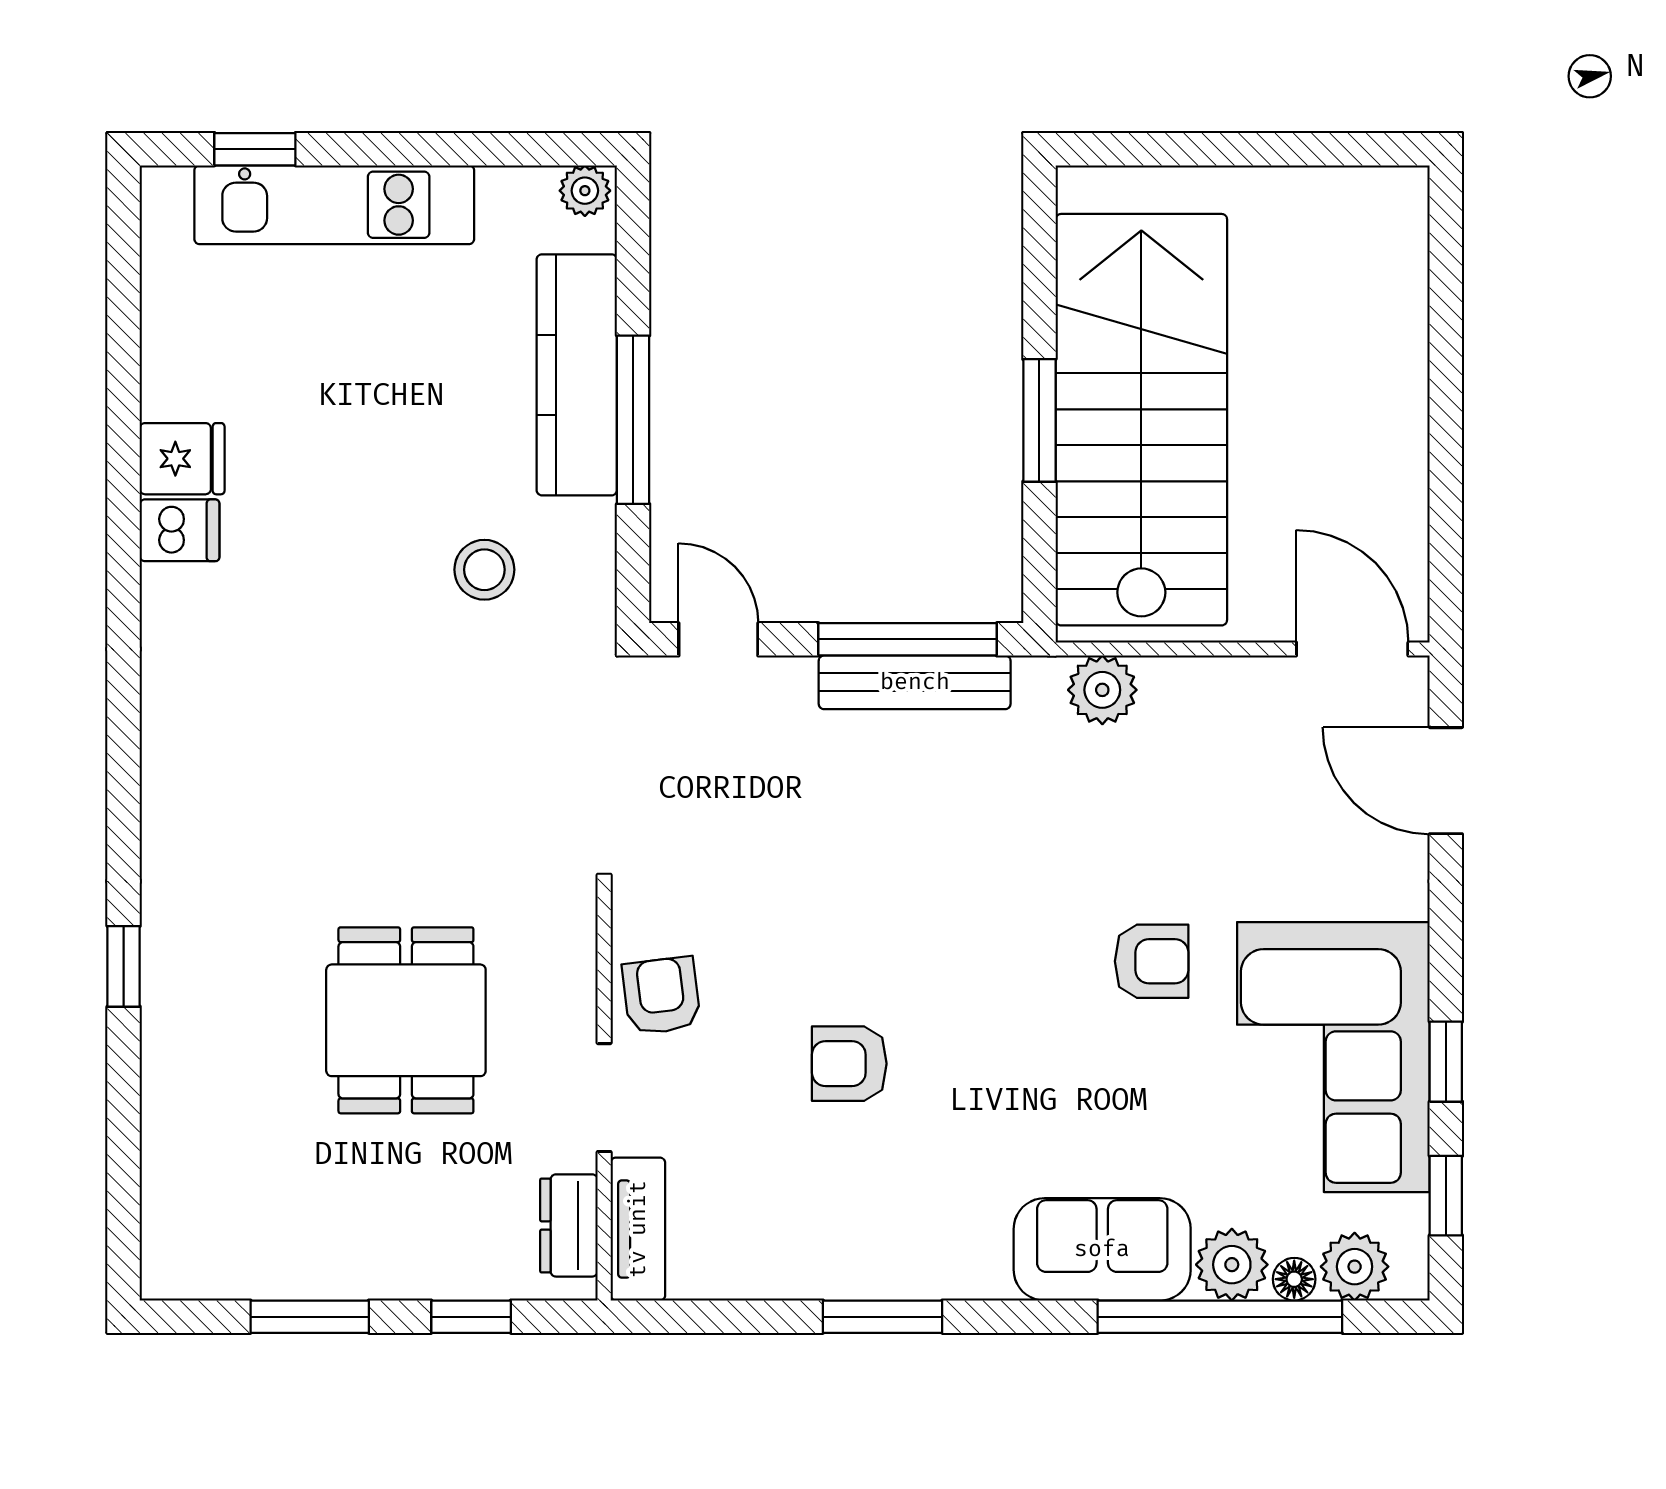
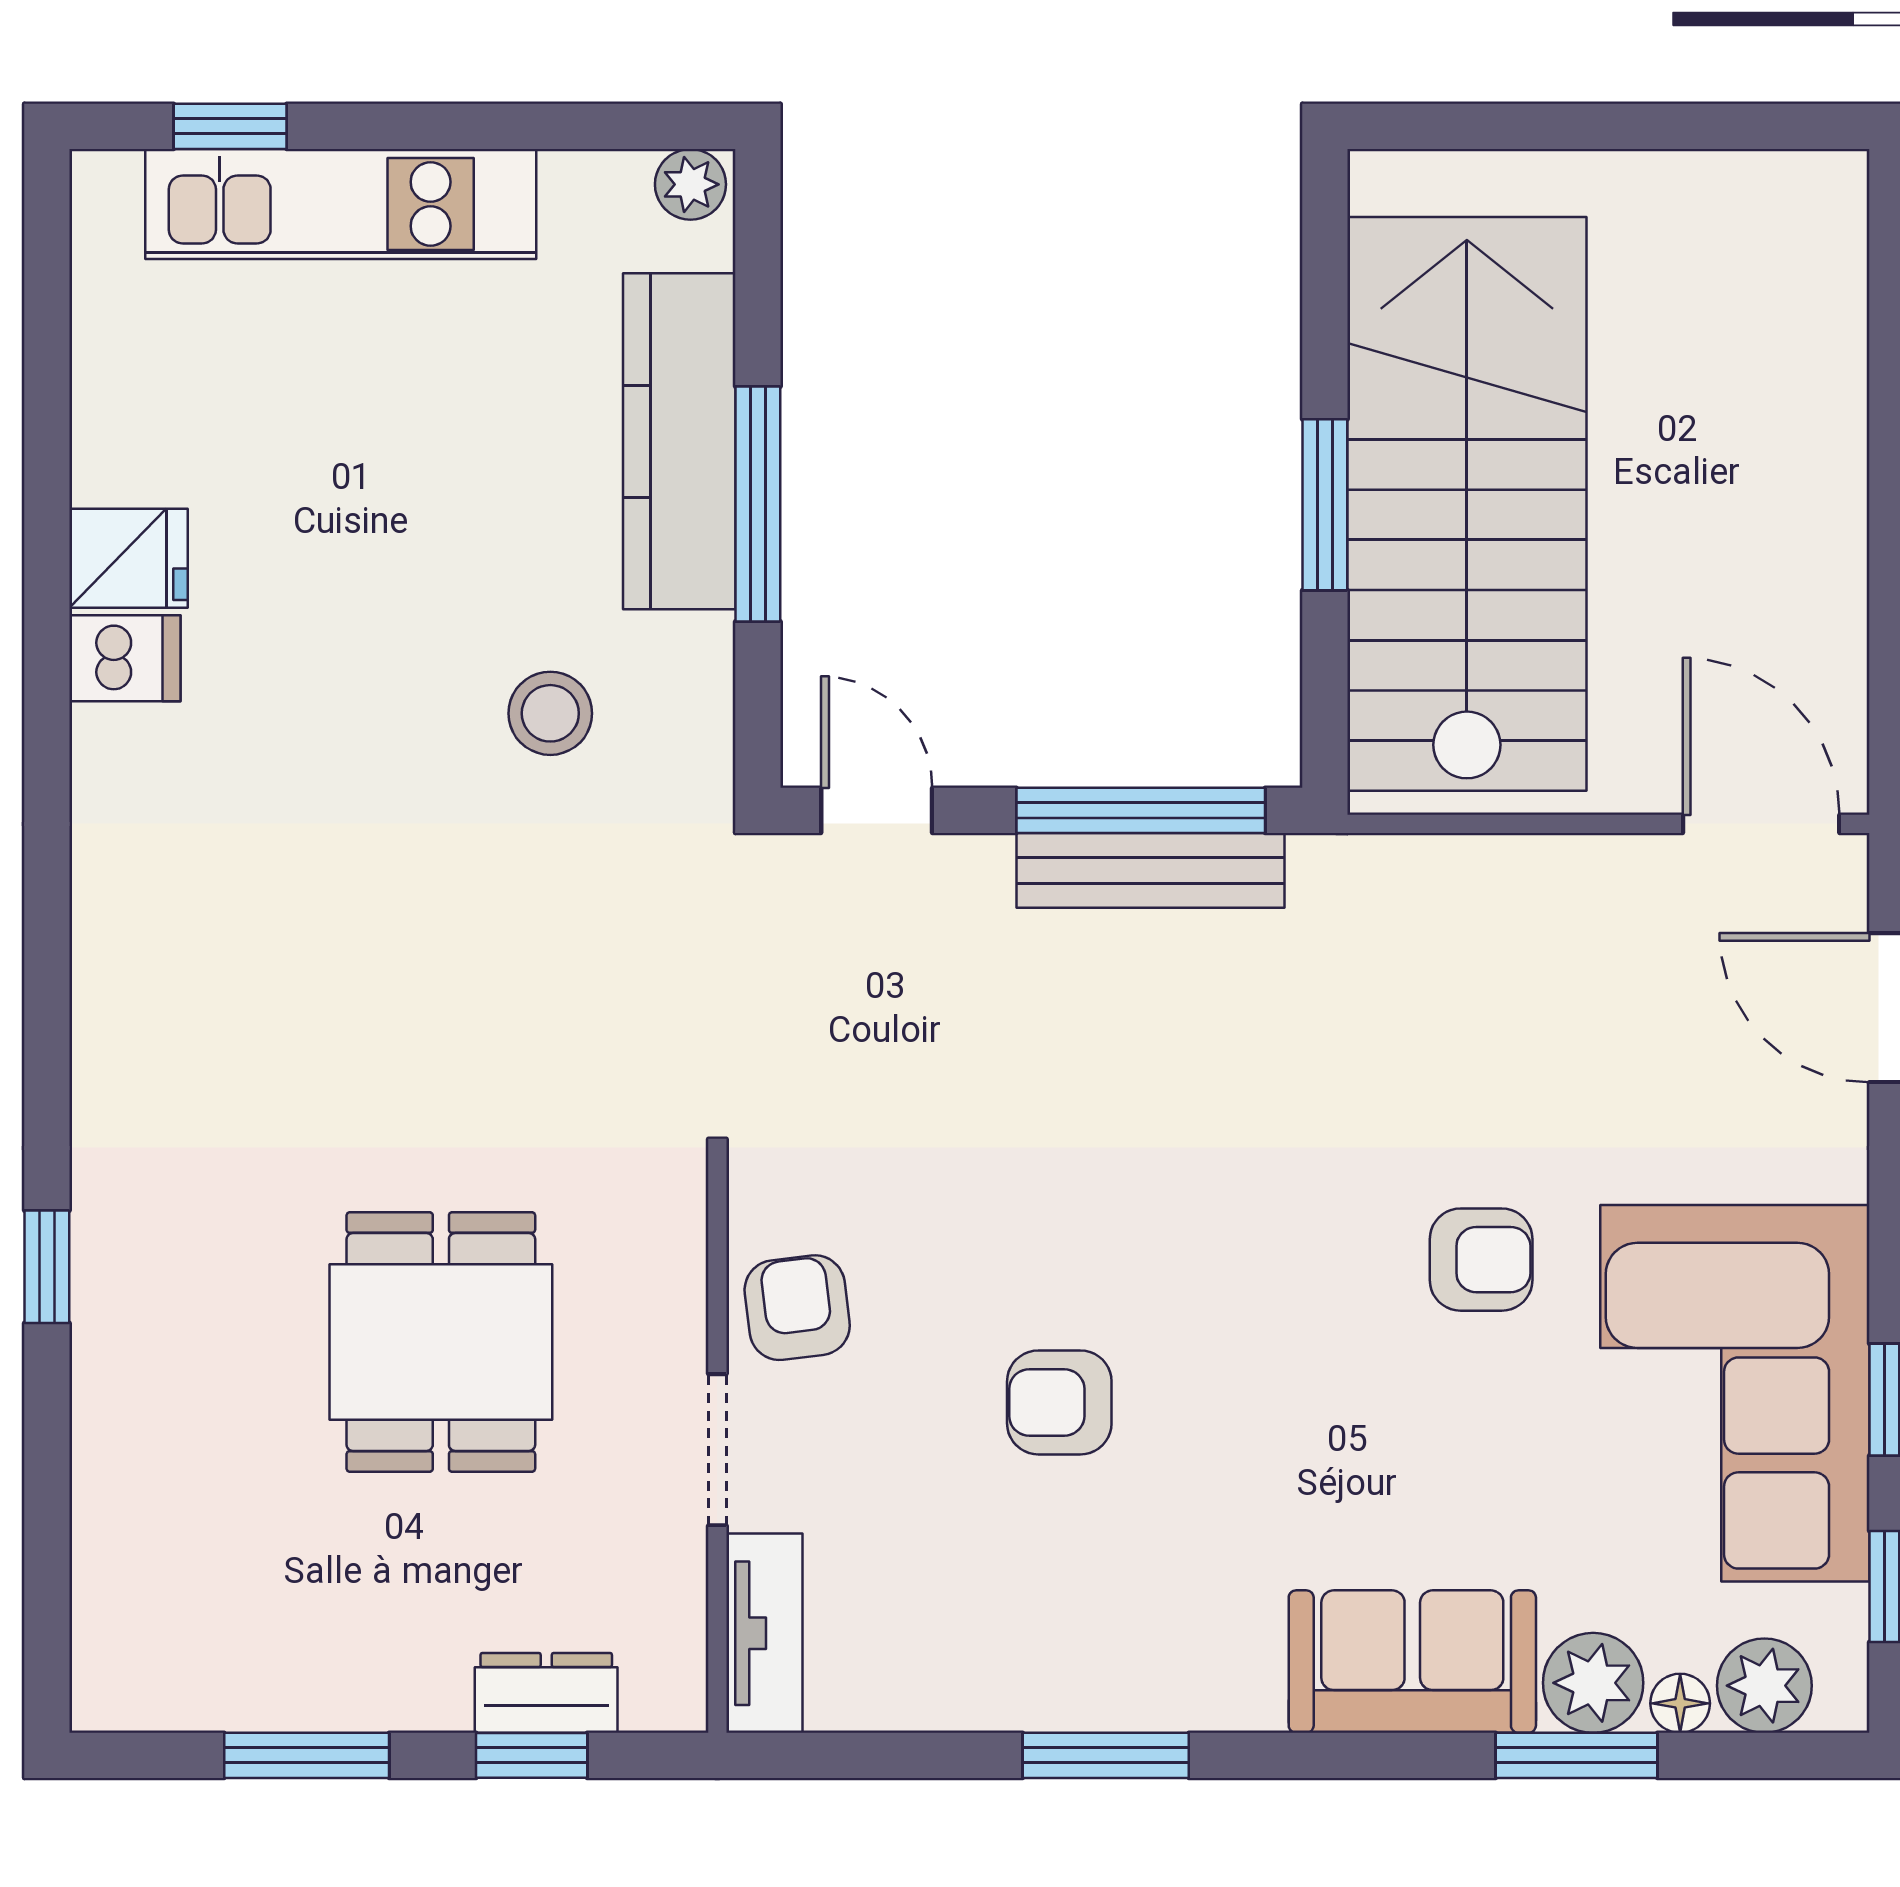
plant: (1102, 690) -> (1412, 881), removed
dresser: (569, 1225) -> (546, 1693), moved, turned 90
window: (1220, 1317) -> (1577, 1755), width x0.47

